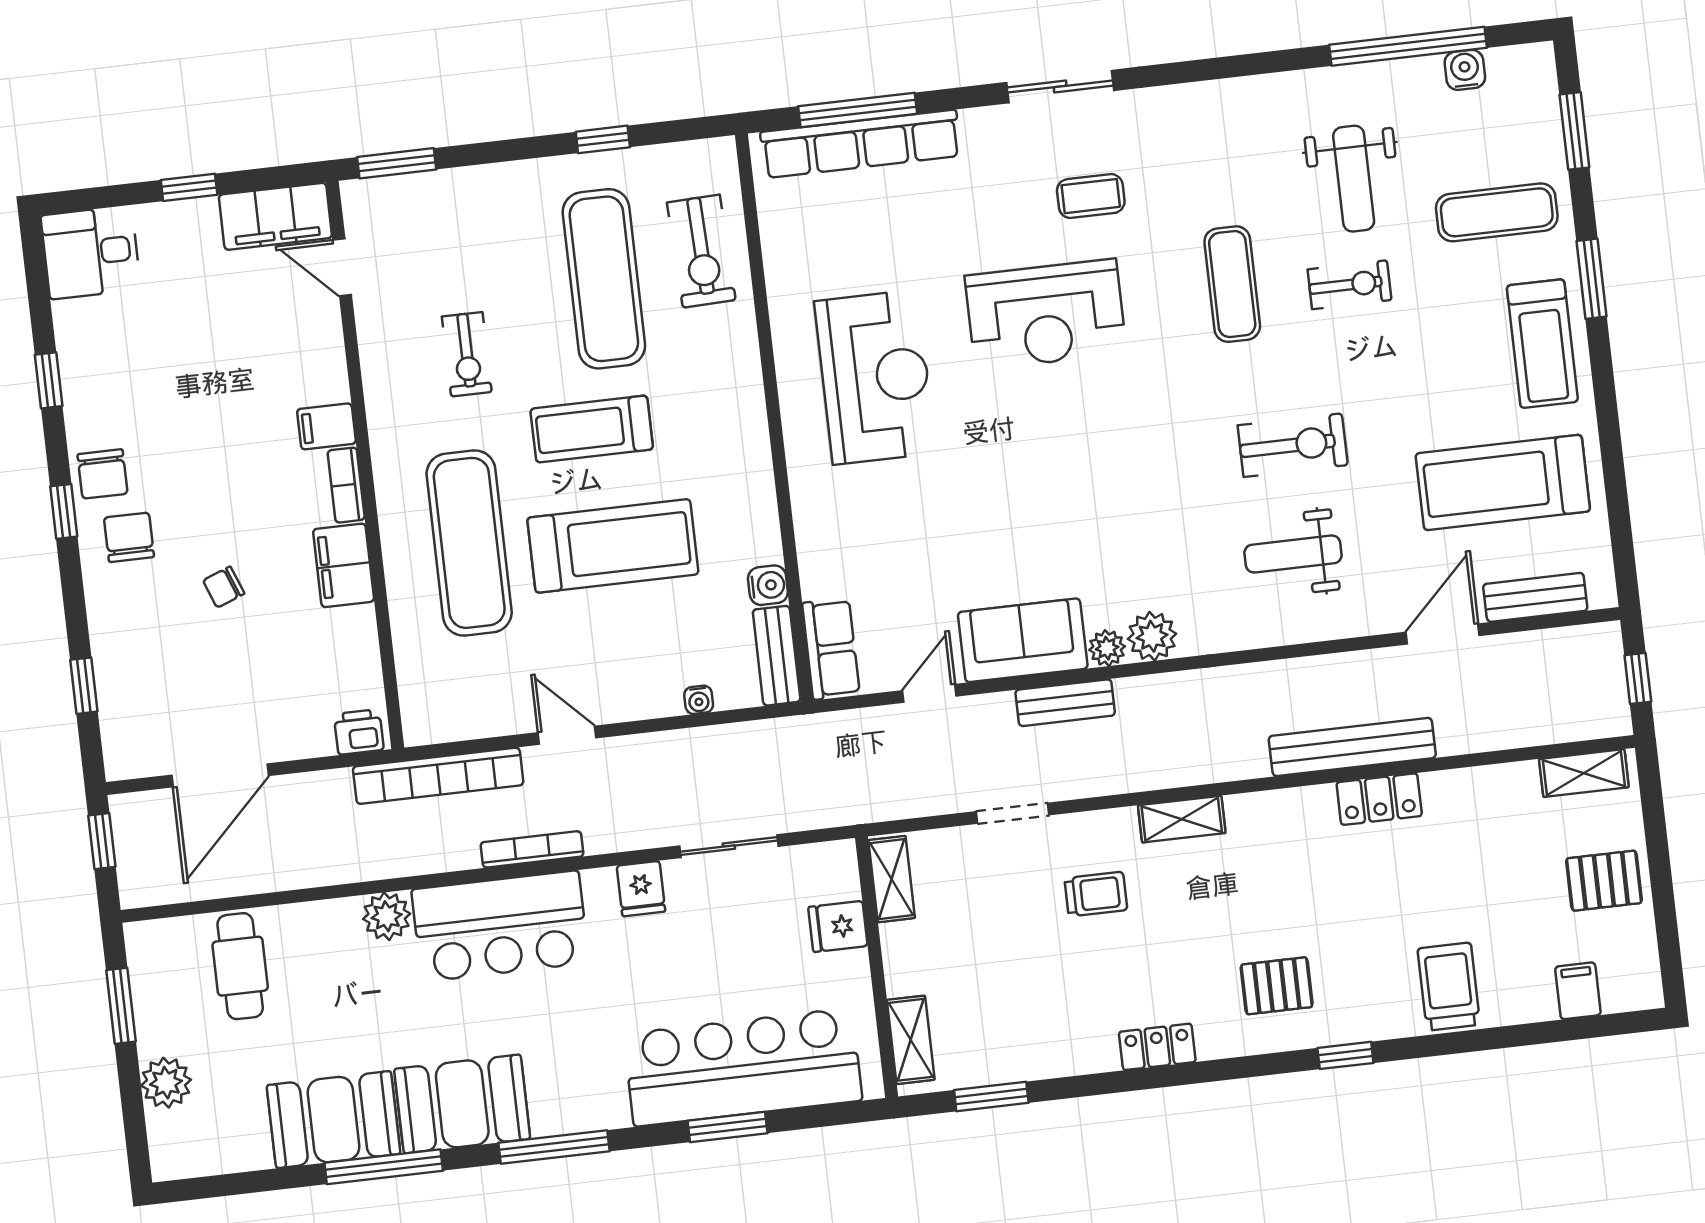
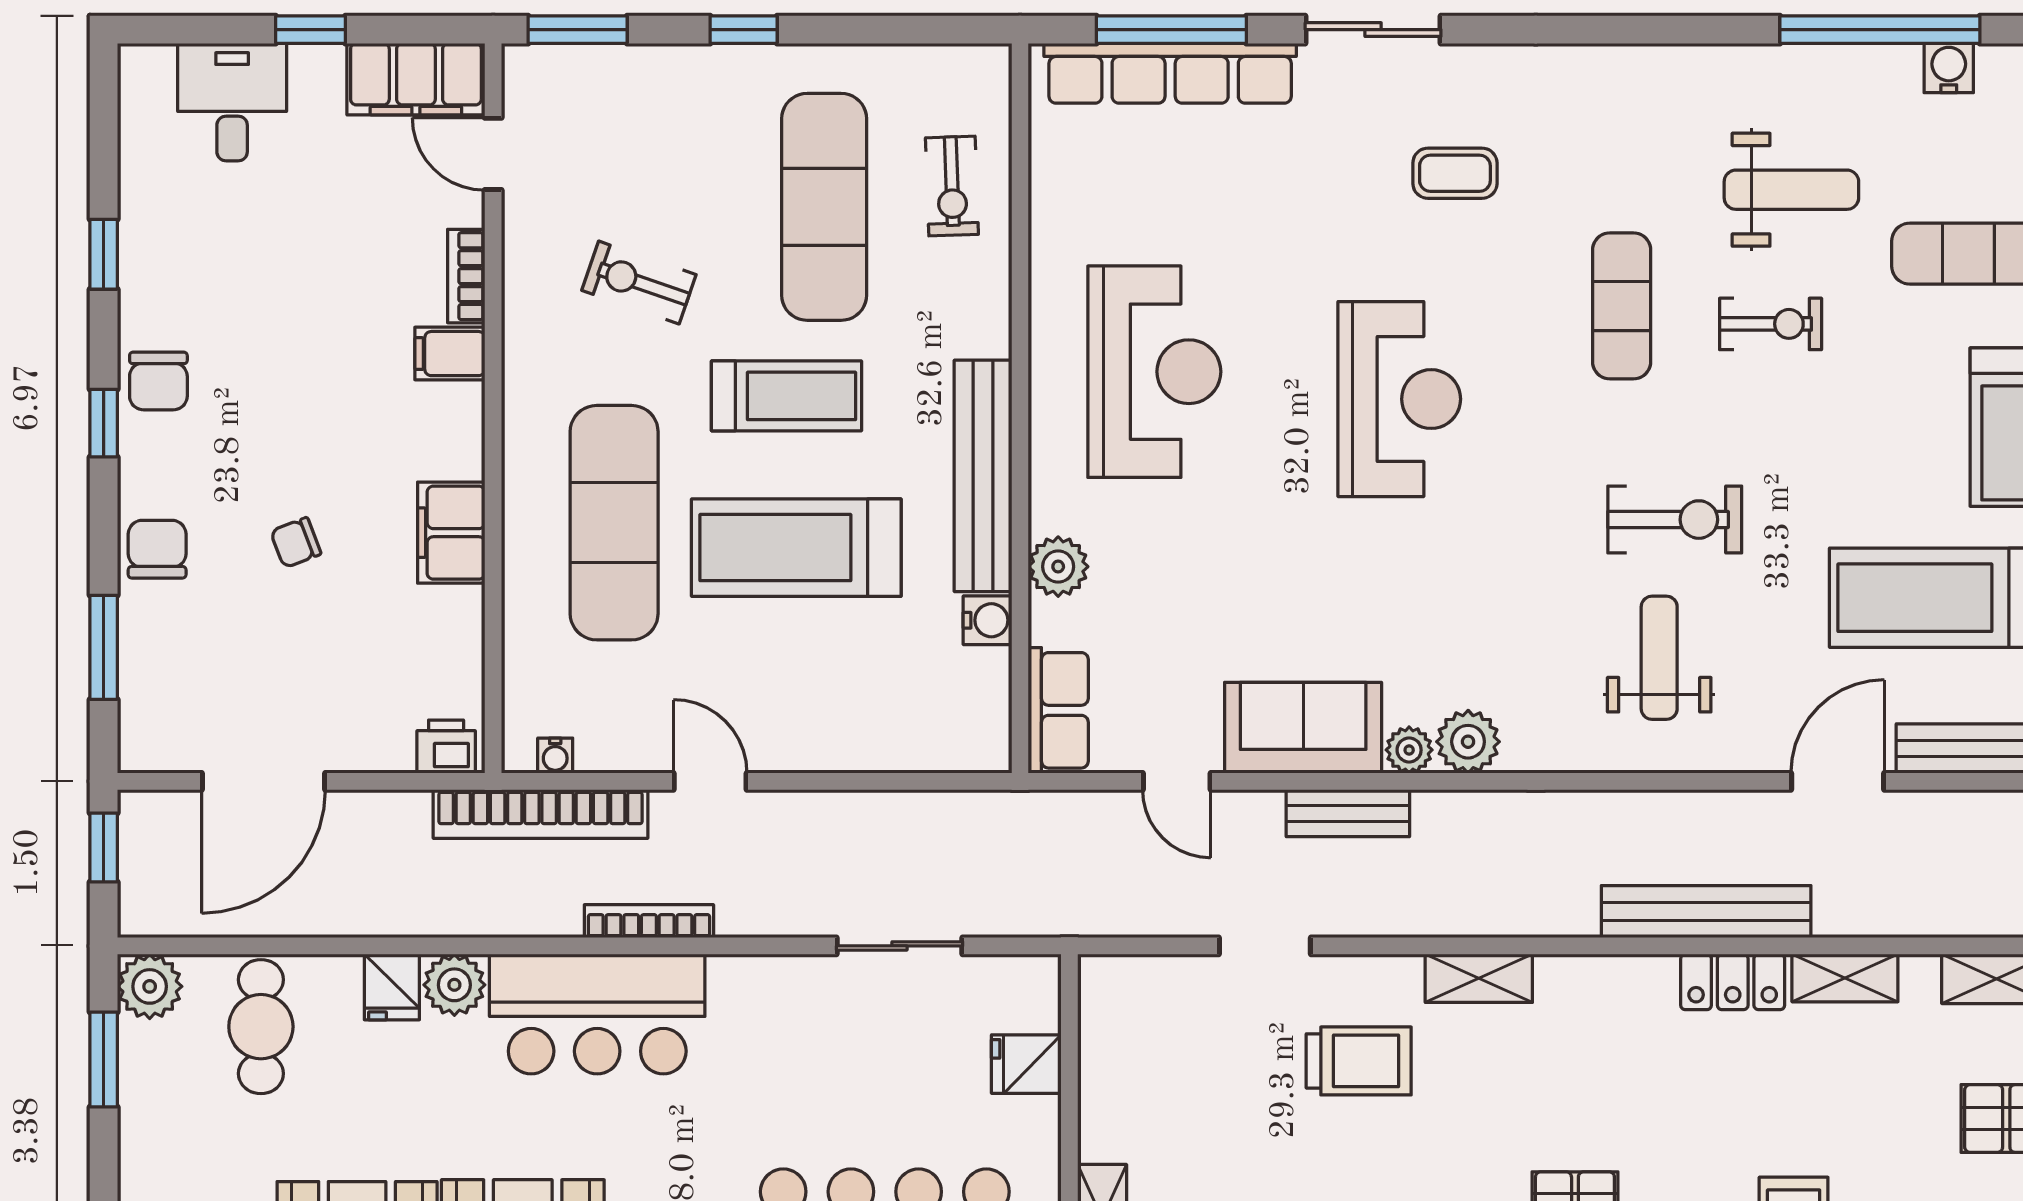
sliding door: (1060, 87) -> (1373, 30), moved
window: (603, 139) -> (744, 30), moved
weight bench: (1354, 179) -> (1791, 190), turned -90
exercise bike: (701, 251) -> (952, 186), width x0.73, depth x0.72
desk: (91, 252) -> (232, 102), moved, turned 90
reception desk: (1046, 314) -> (1399, 399), moved, turned -90
exercise bike: (467, 354) -> (639, 282), turned 109
treadmill: (592, 429) -> (786, 396), turned 180
bookcase: (346, 485) -> (466, 276), moved
chair: (129, 537) -> (157, 549), moved
plant: (818, 537) -> (1058, 567), added
treadmill: (613, 546) -> (796, 548), turned 180
weight bench: (1293, 554) -> (1659, 658), turned 90
bench: (777, 656) -> (983, 476), moved, width x1.86, depth x1.21
window: (84, 686) -> (104, 647), width x1.50
door: (929, 693) -> (1177, 781), swing flipped
water cooler: (699, 700) -> (555, 756), moved
shelving: (892, 879) -> (1845, 978), moved, turned 90
fridge: (641, 889) -> (392, 987), moved
trolley: (1096, 894) -> (1359, 1061), width x1.36, depth x1.39
plant: (166, 1083) -> (150, 986), moved

